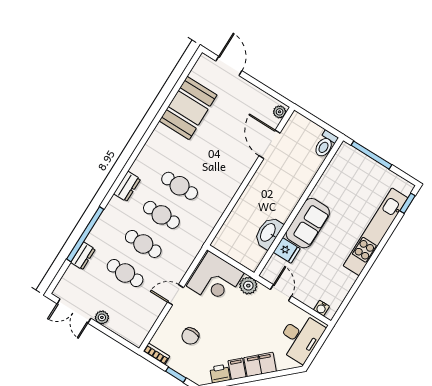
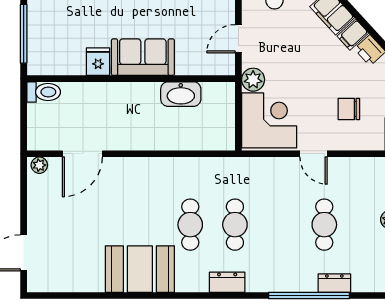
booth: (188, 108) -> (140, 269), moved
cafe table: (143, 244) -> (280, 225), removed
fridge: (287, 250) -> (98, 62), moved
chair: (190, 336) -> (349, 109), turned 180

